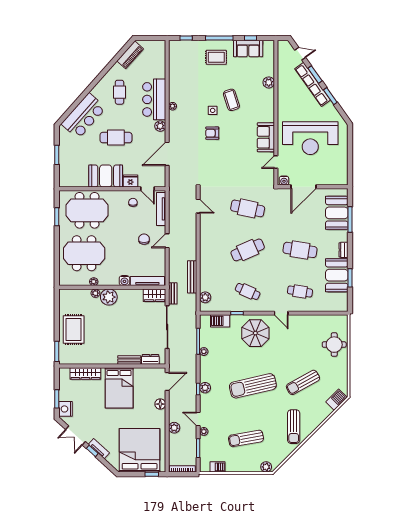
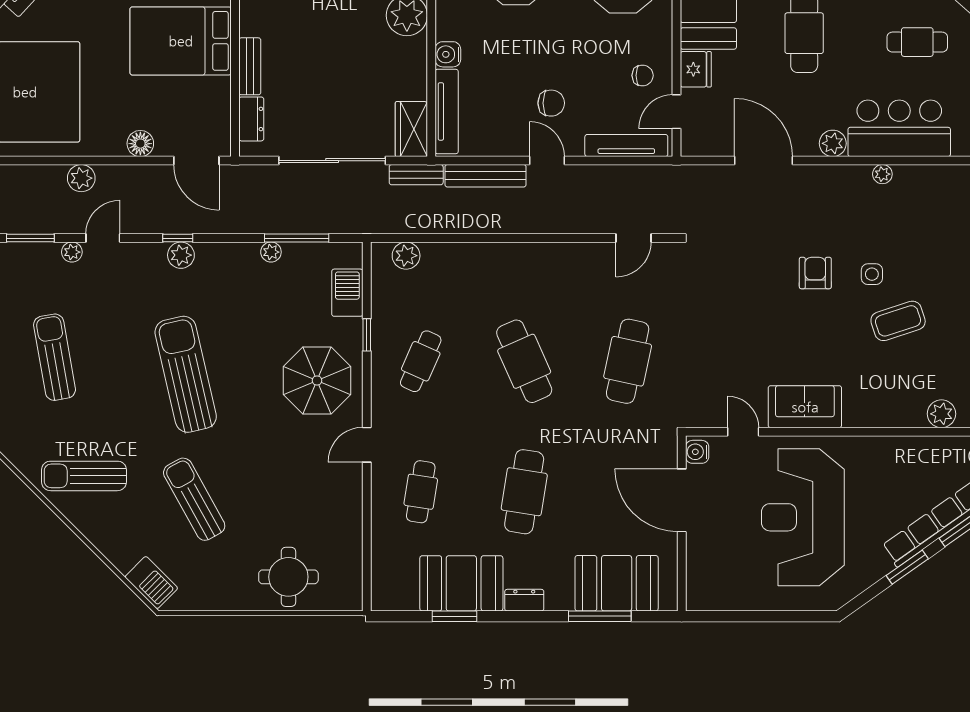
bench: (192, 277) -> (485, 176), moved

